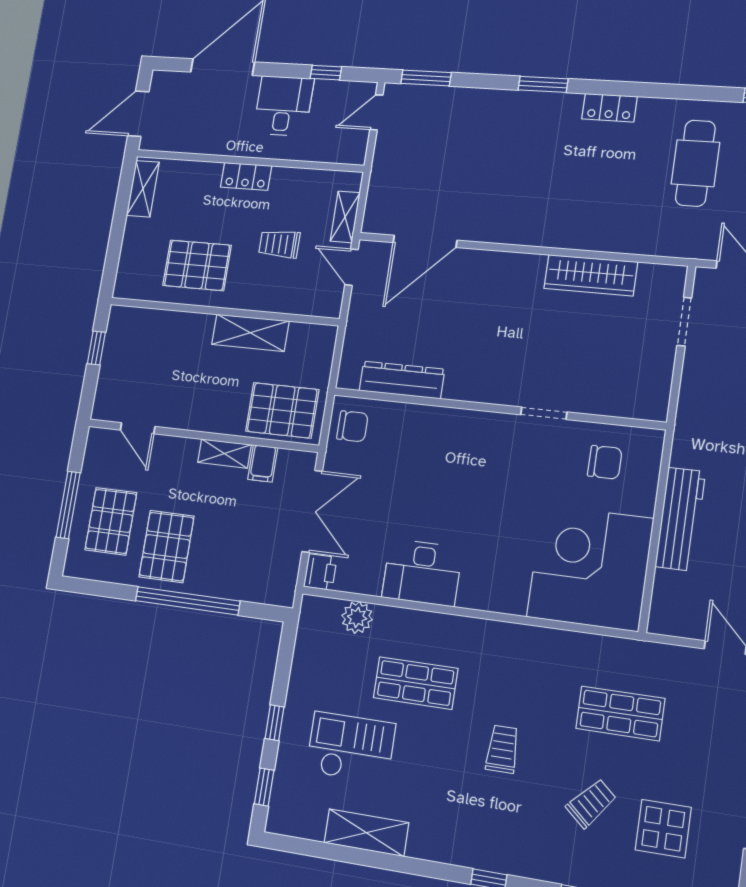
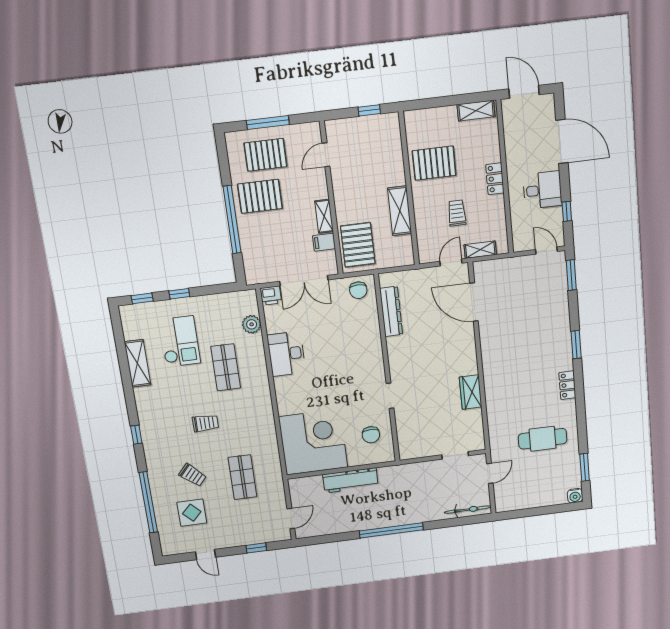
pallet: (197, 265) -> (434, 163), turned 90
wardrobe: (591, 275) -> (471, 392), width x0.67

